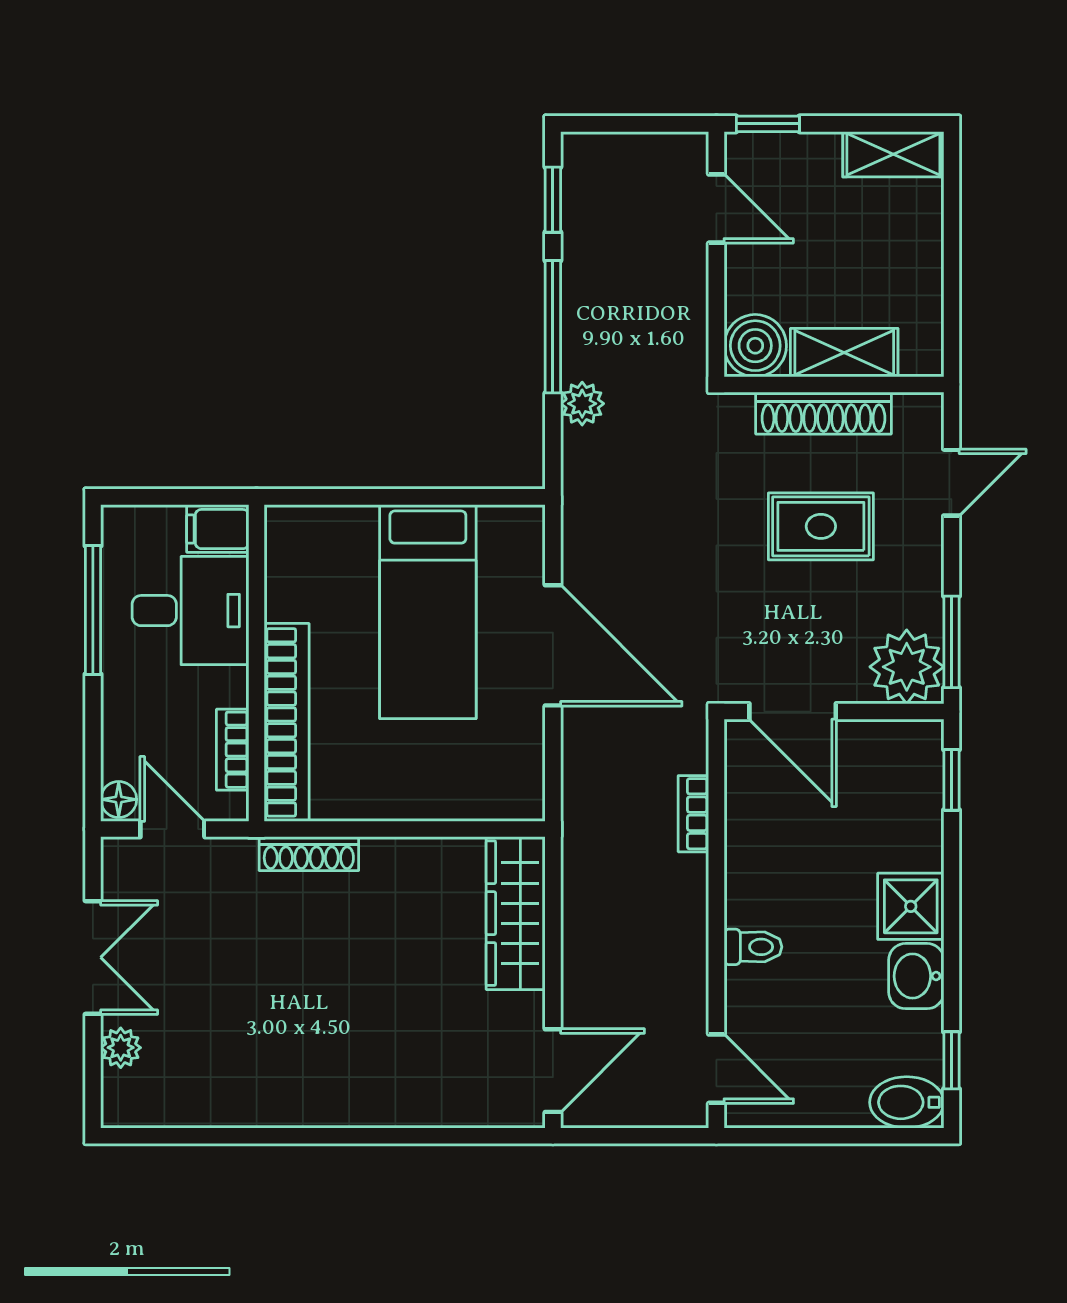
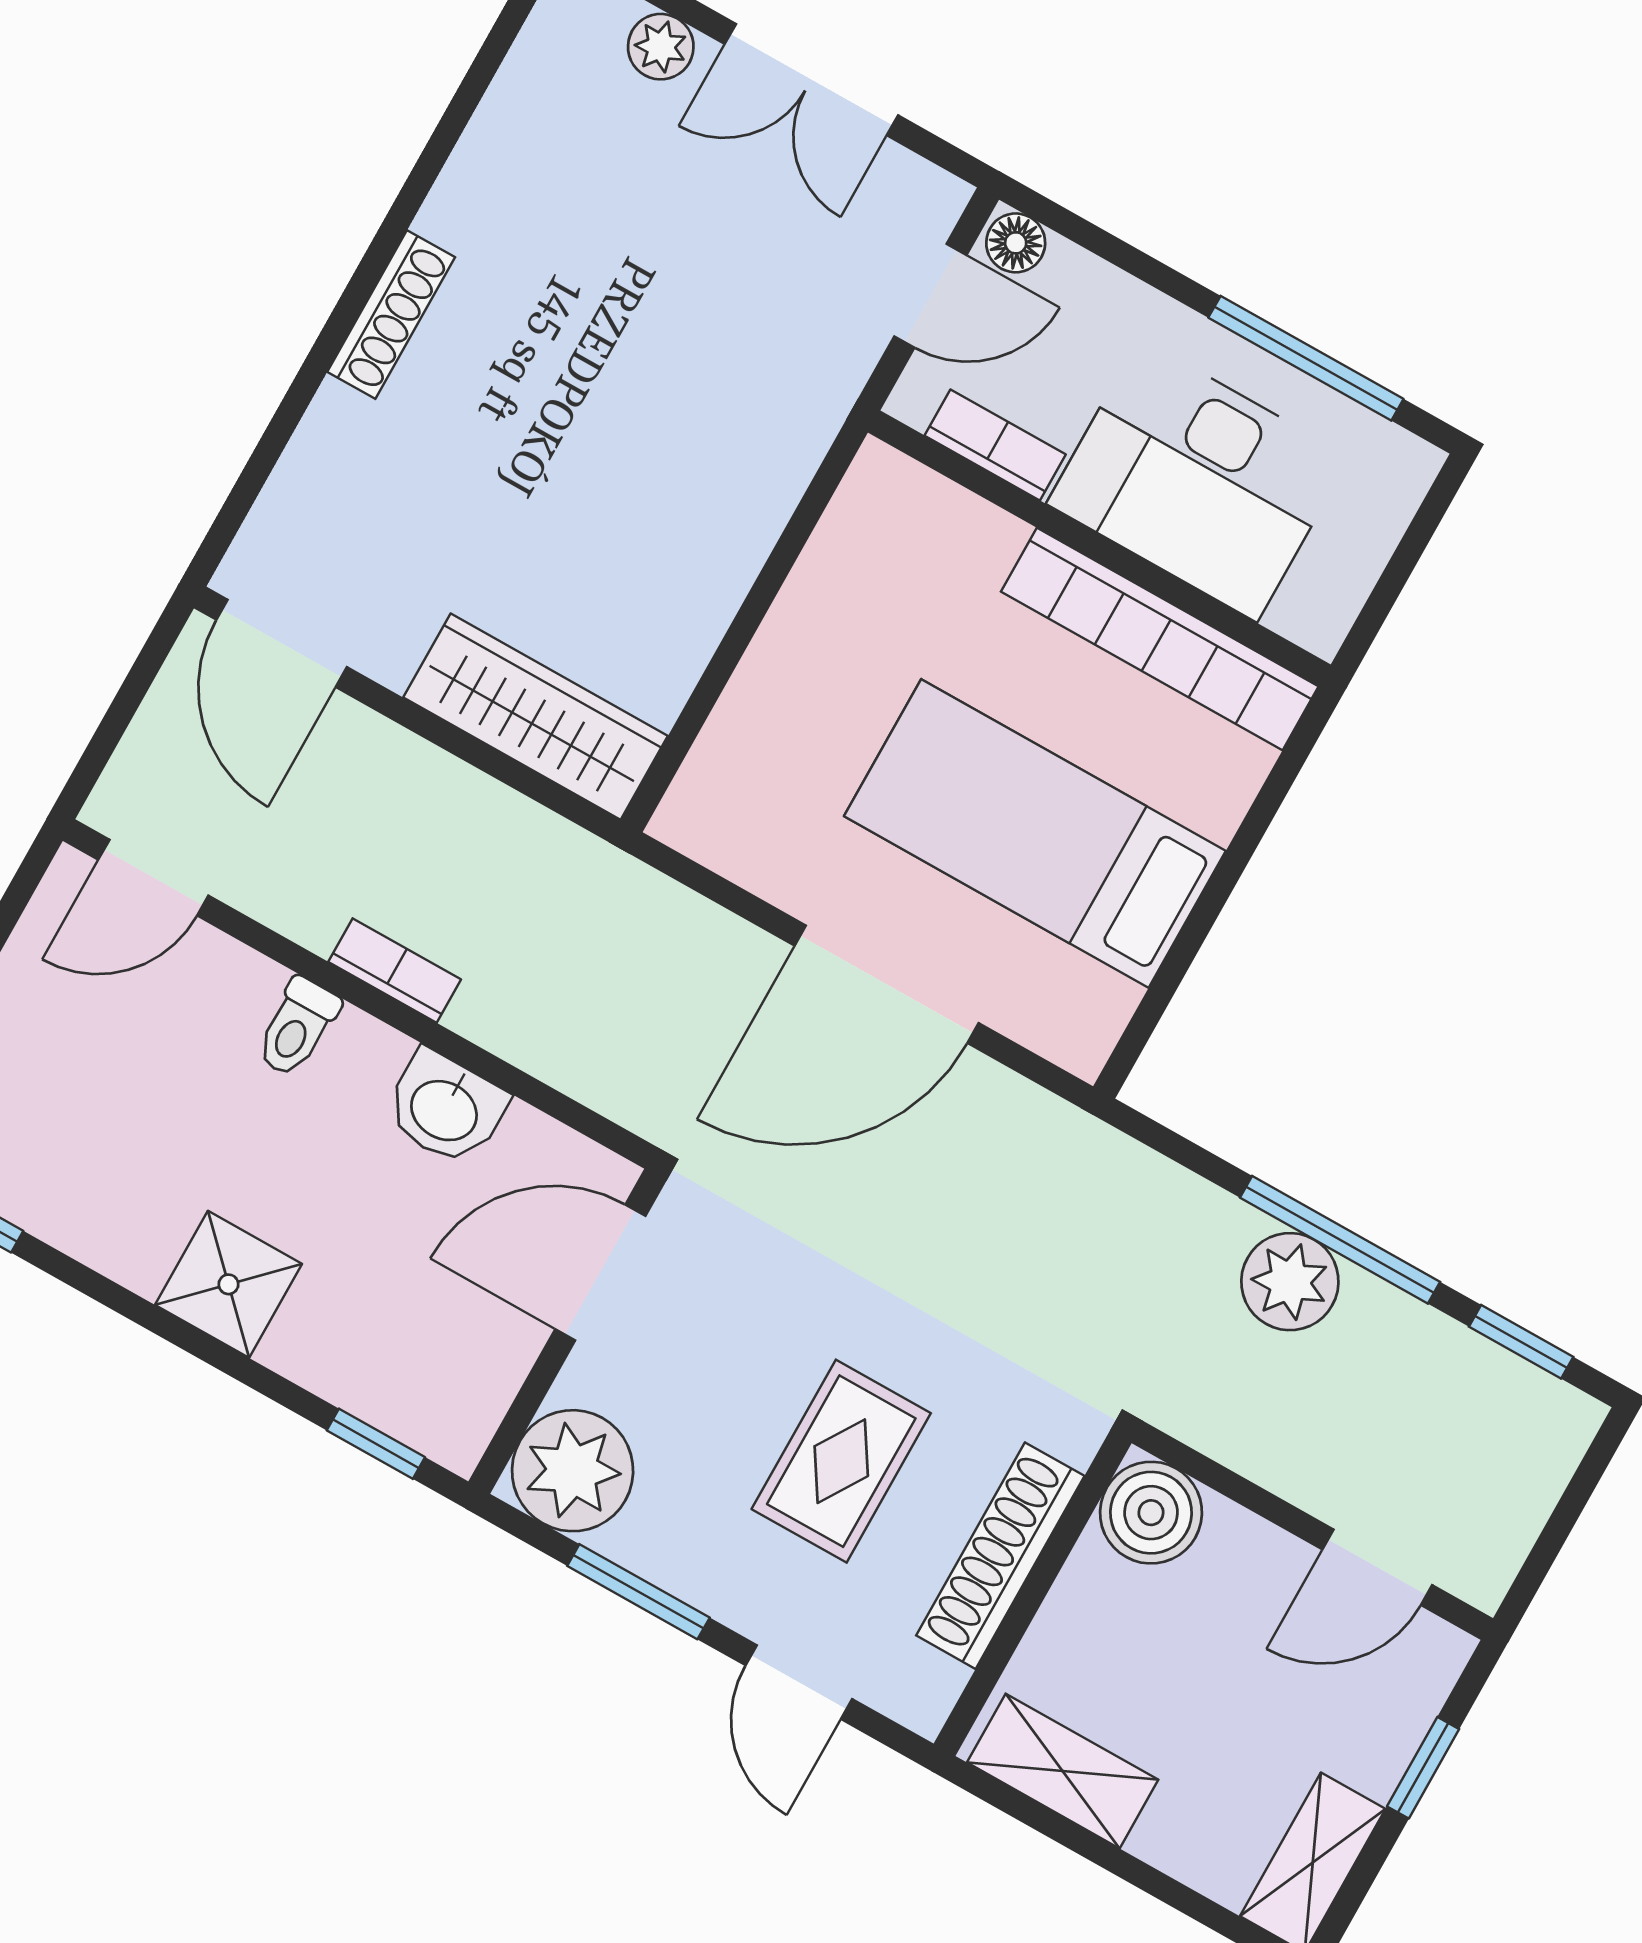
window: (768, 124) -> (1423, 1768), moved
shelving: (844, 353) -> (1063, 1771), moved, turned 90
plant: (582, 404) -> (1290, 1282), moved, width x1.38, depth x1.38
filing cabinet: (218, 529) -> (1321, 601), removed
desk: (190, 611) -> (1198, 480), width x1.37
window: (951, 642) -> (638, 1592), moved
bookcase: (287, 722) -> (1160, 639), moved
bookcase: (693, 814) -> (395, 971), moved
shoe rack: (309, 854) -> (391, 314), moved, turned 180
washbasin: (916, 976) -> (445, 1108), moved, turned 180

